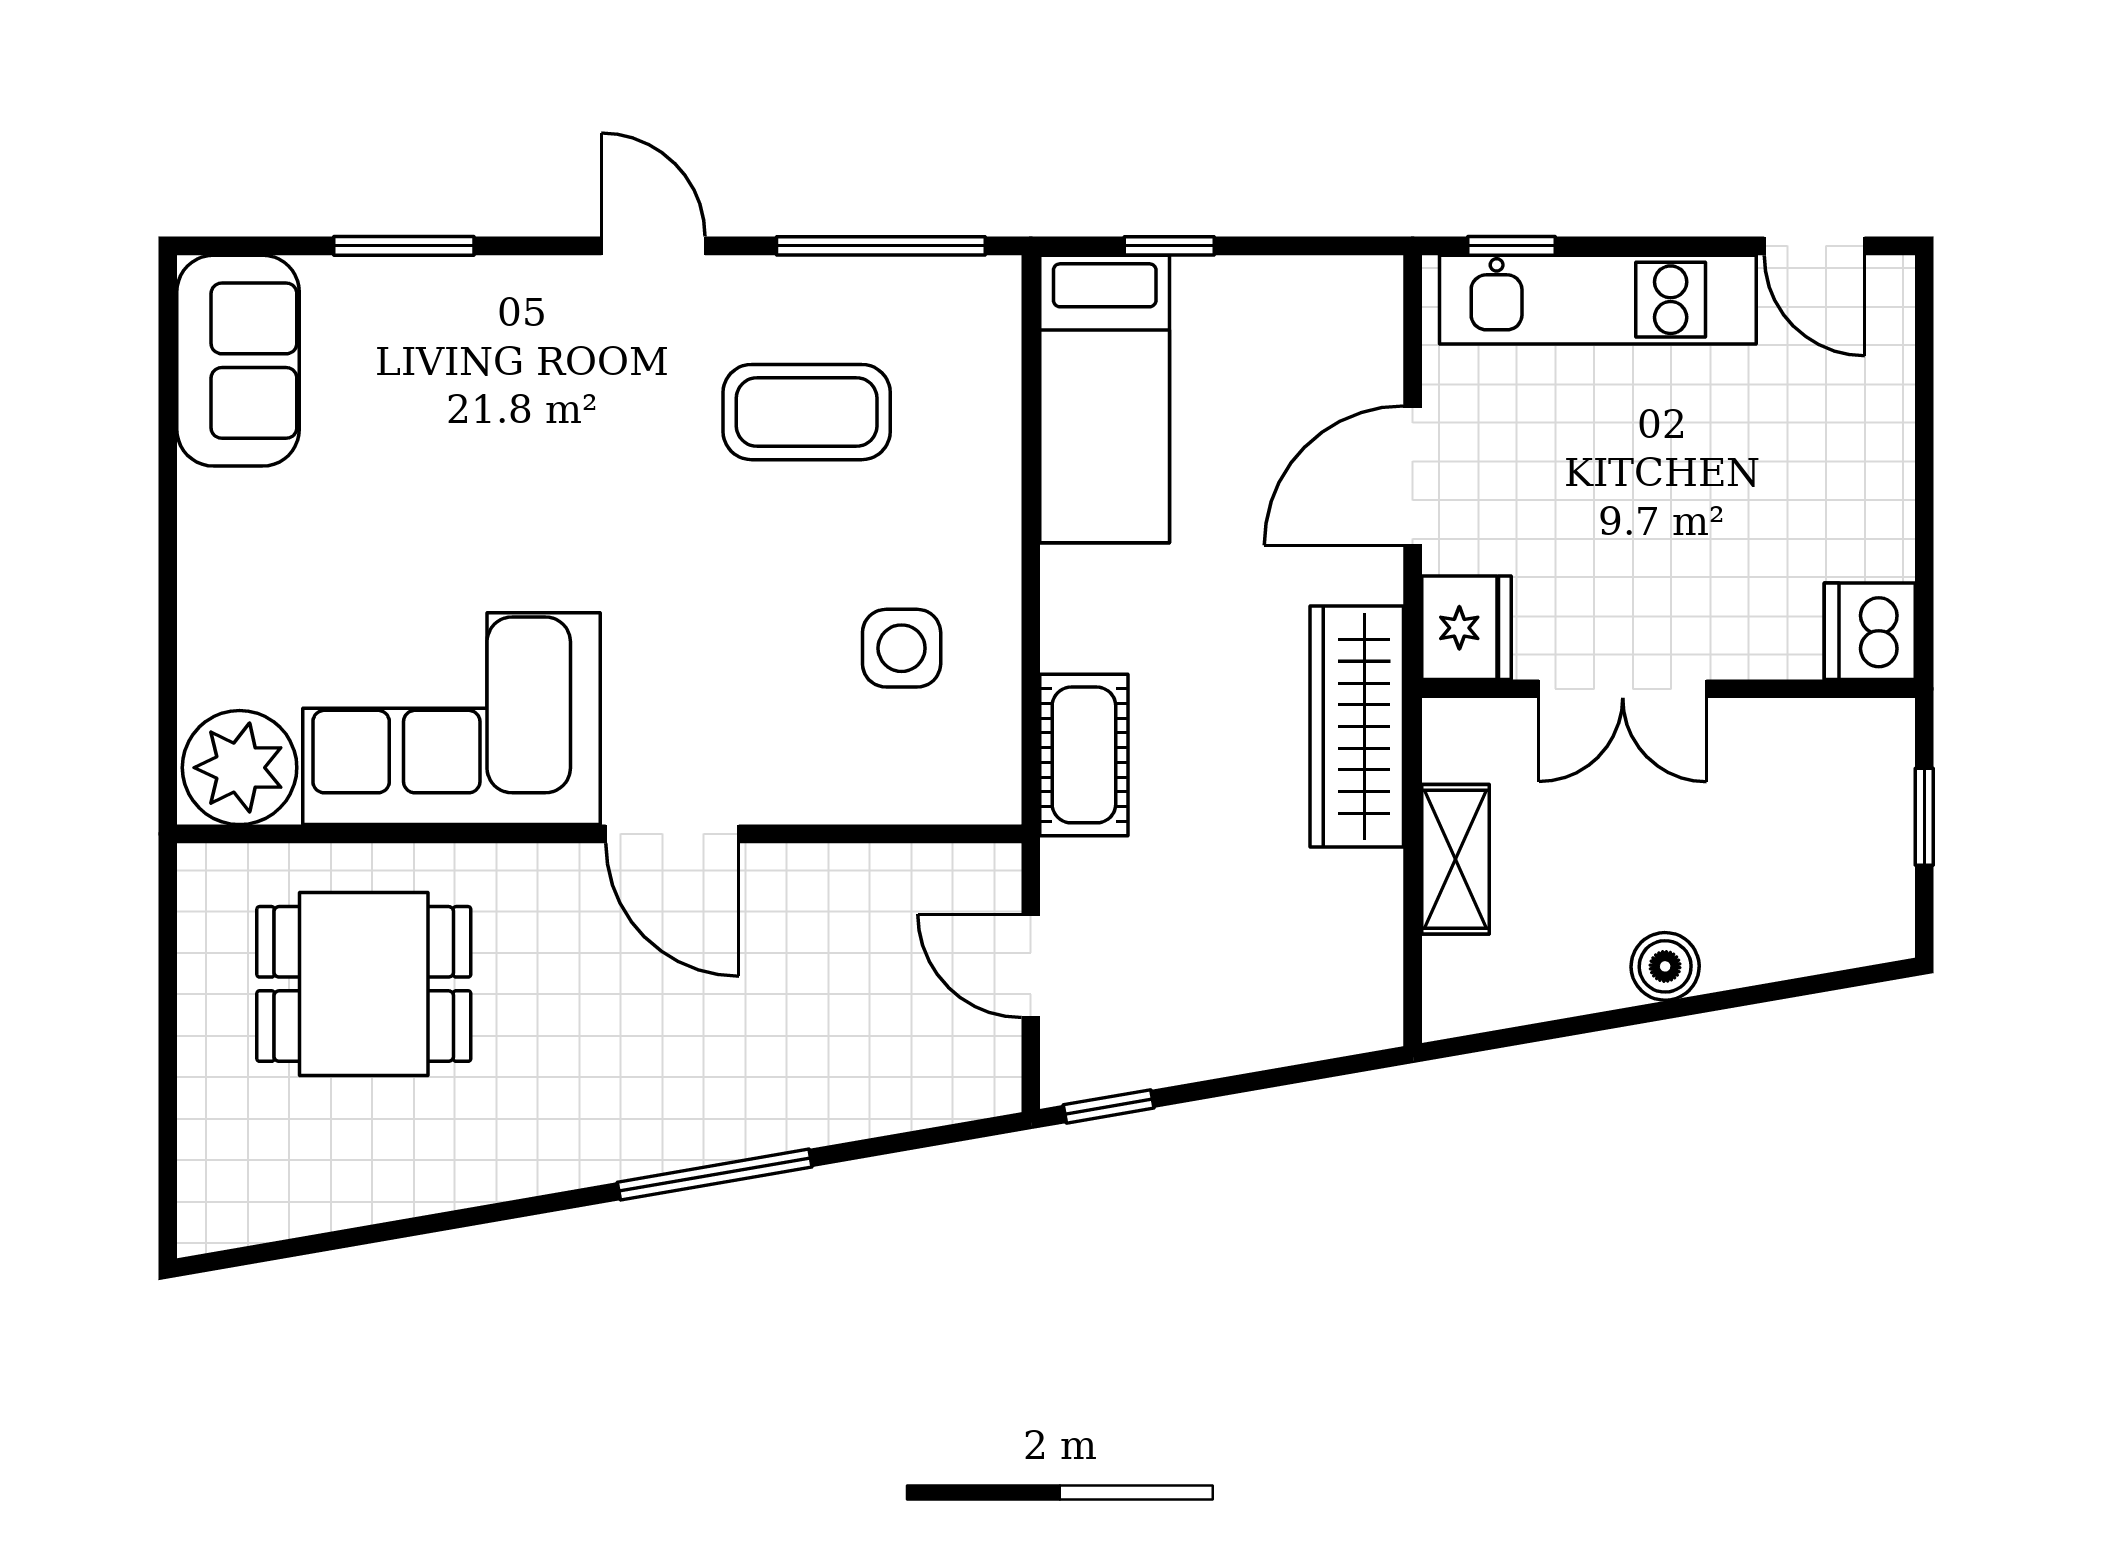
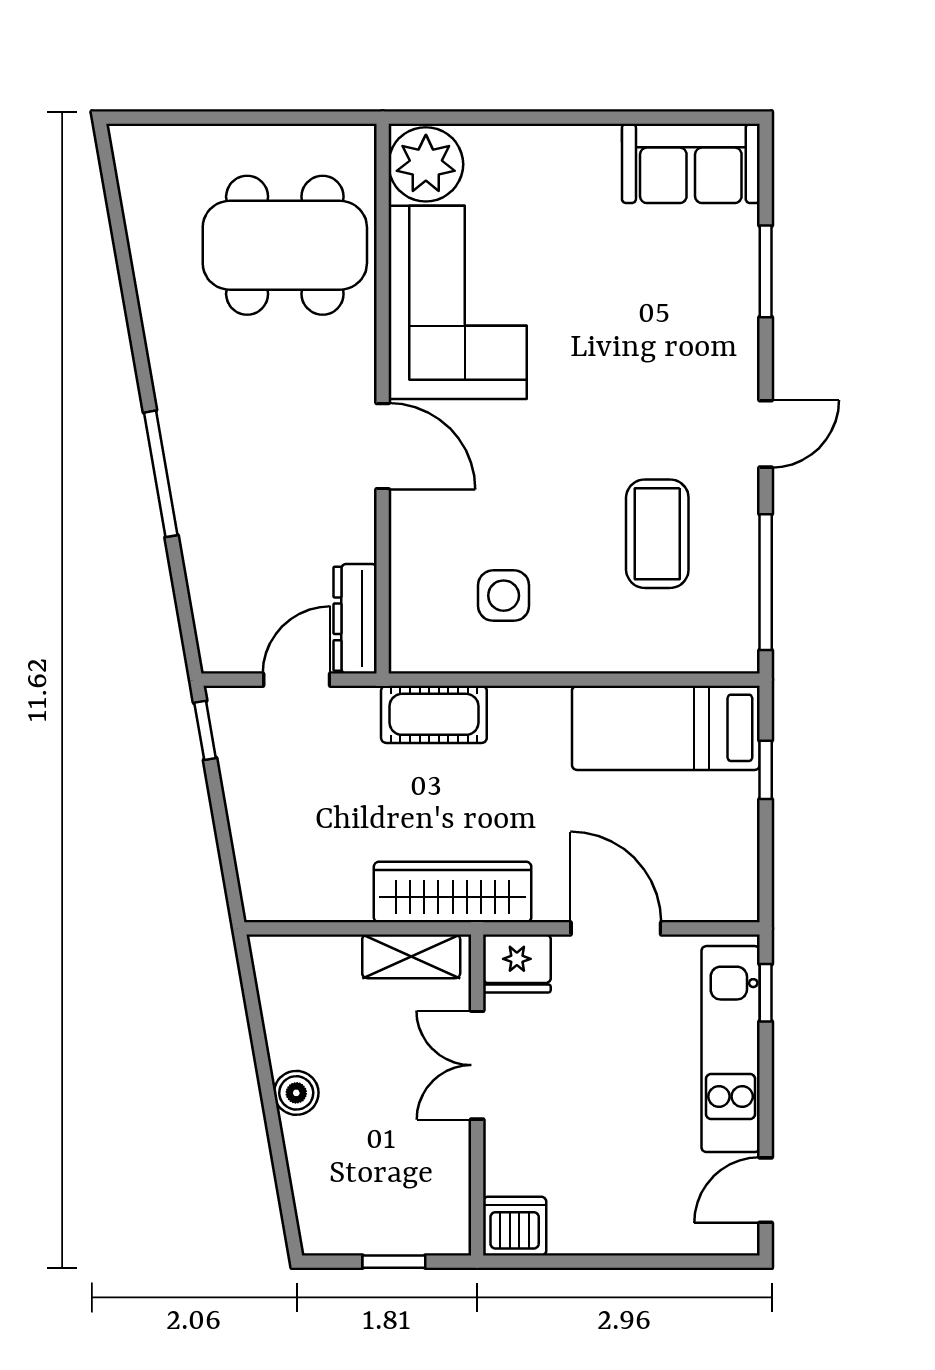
door: (672, 834) -> (383, 446), swing flipped
shelving: (1455, 859) -> (411, 956), moved
dresser: (937, 876) -> (355, 619), added
dining table: (364, 984) -> (285, 245), width x1.38

